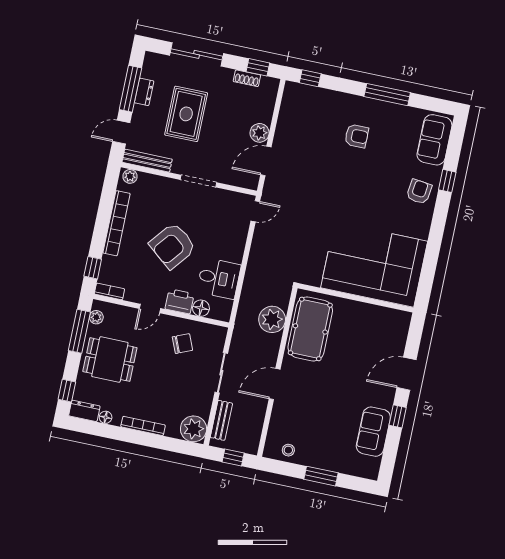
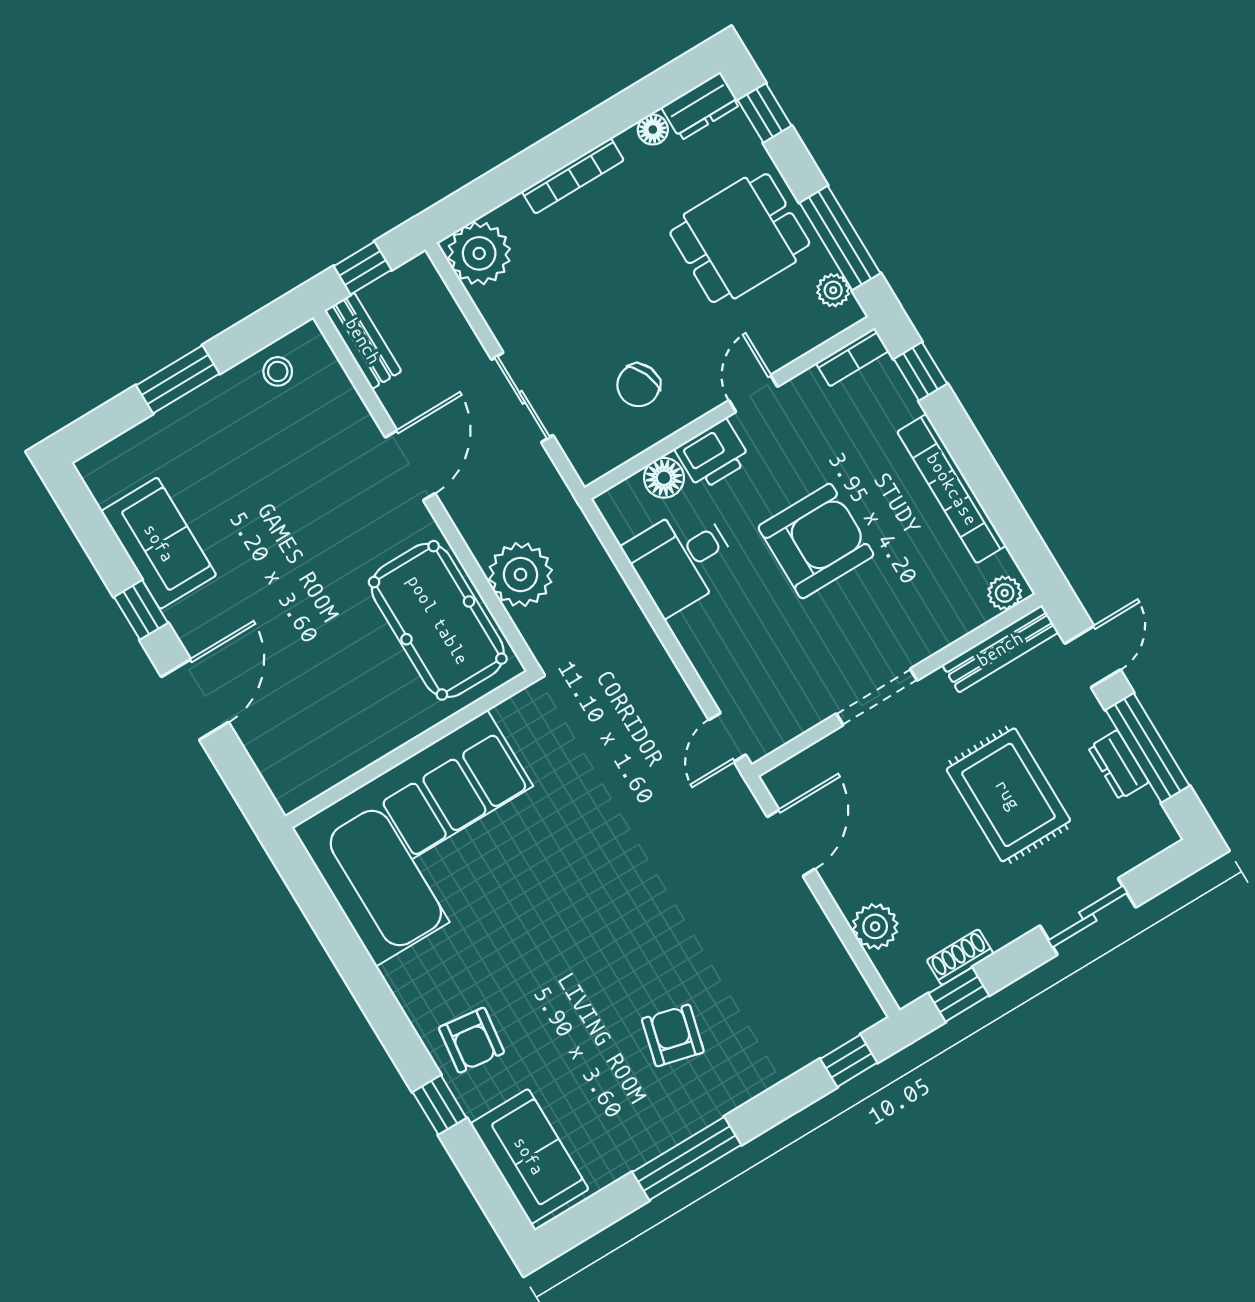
sliding door: (197, 54) -> (1088, 917), width x0.73
plant: (260, 133) -> (875, 926), moved
armchair: (357, 136) -> (673, 1036), turned 104
armchair: (173, 246) -> (816, 541), turned 51
bench: (221, 420) -> (363, 341), moved

